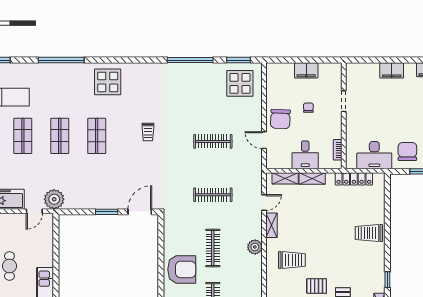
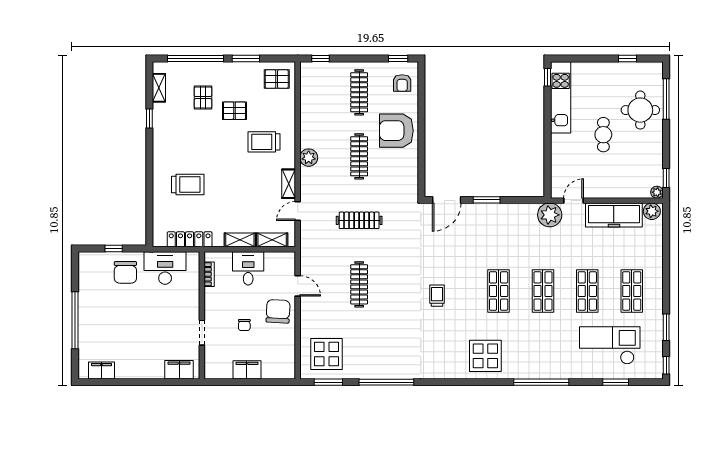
filing cabinet: (392, 70) -> (179, 370), moved
clothes rail: (213, 141) -> (359, 284), turned 90
trolley: (369, 233) -> (188, 184), moved

